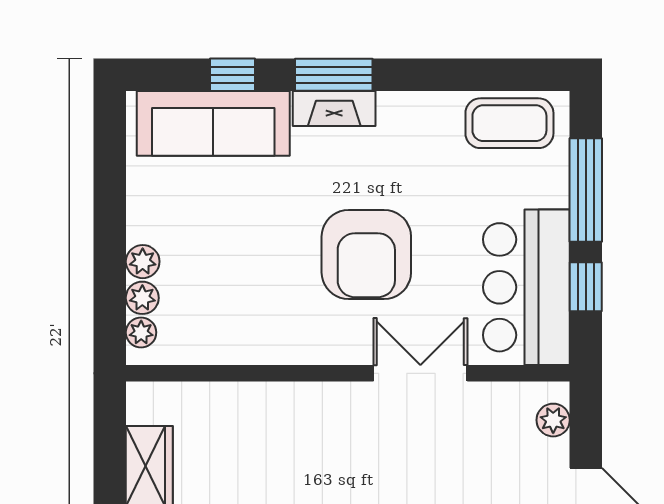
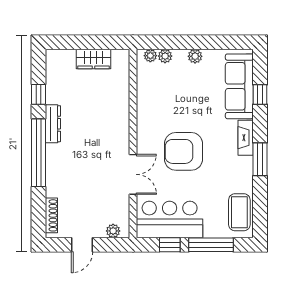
window: (334, 75) -> (260, 159), moved
plant: (143, 262) -> (195, 56), moved

